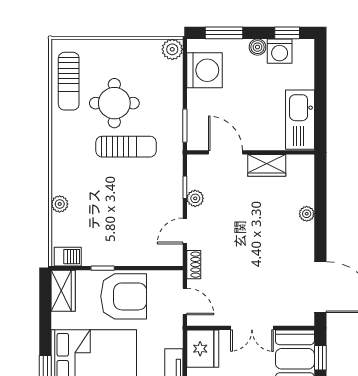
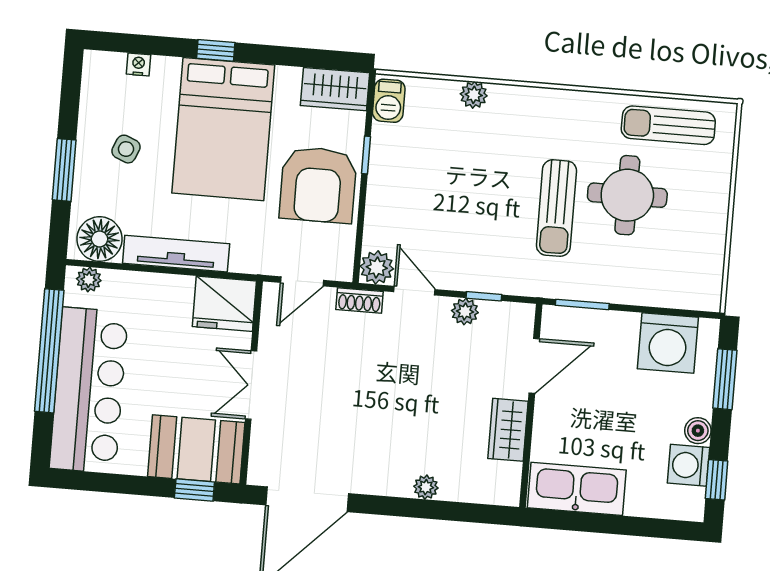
plant: (172, 49) -> (377, 267), moved

